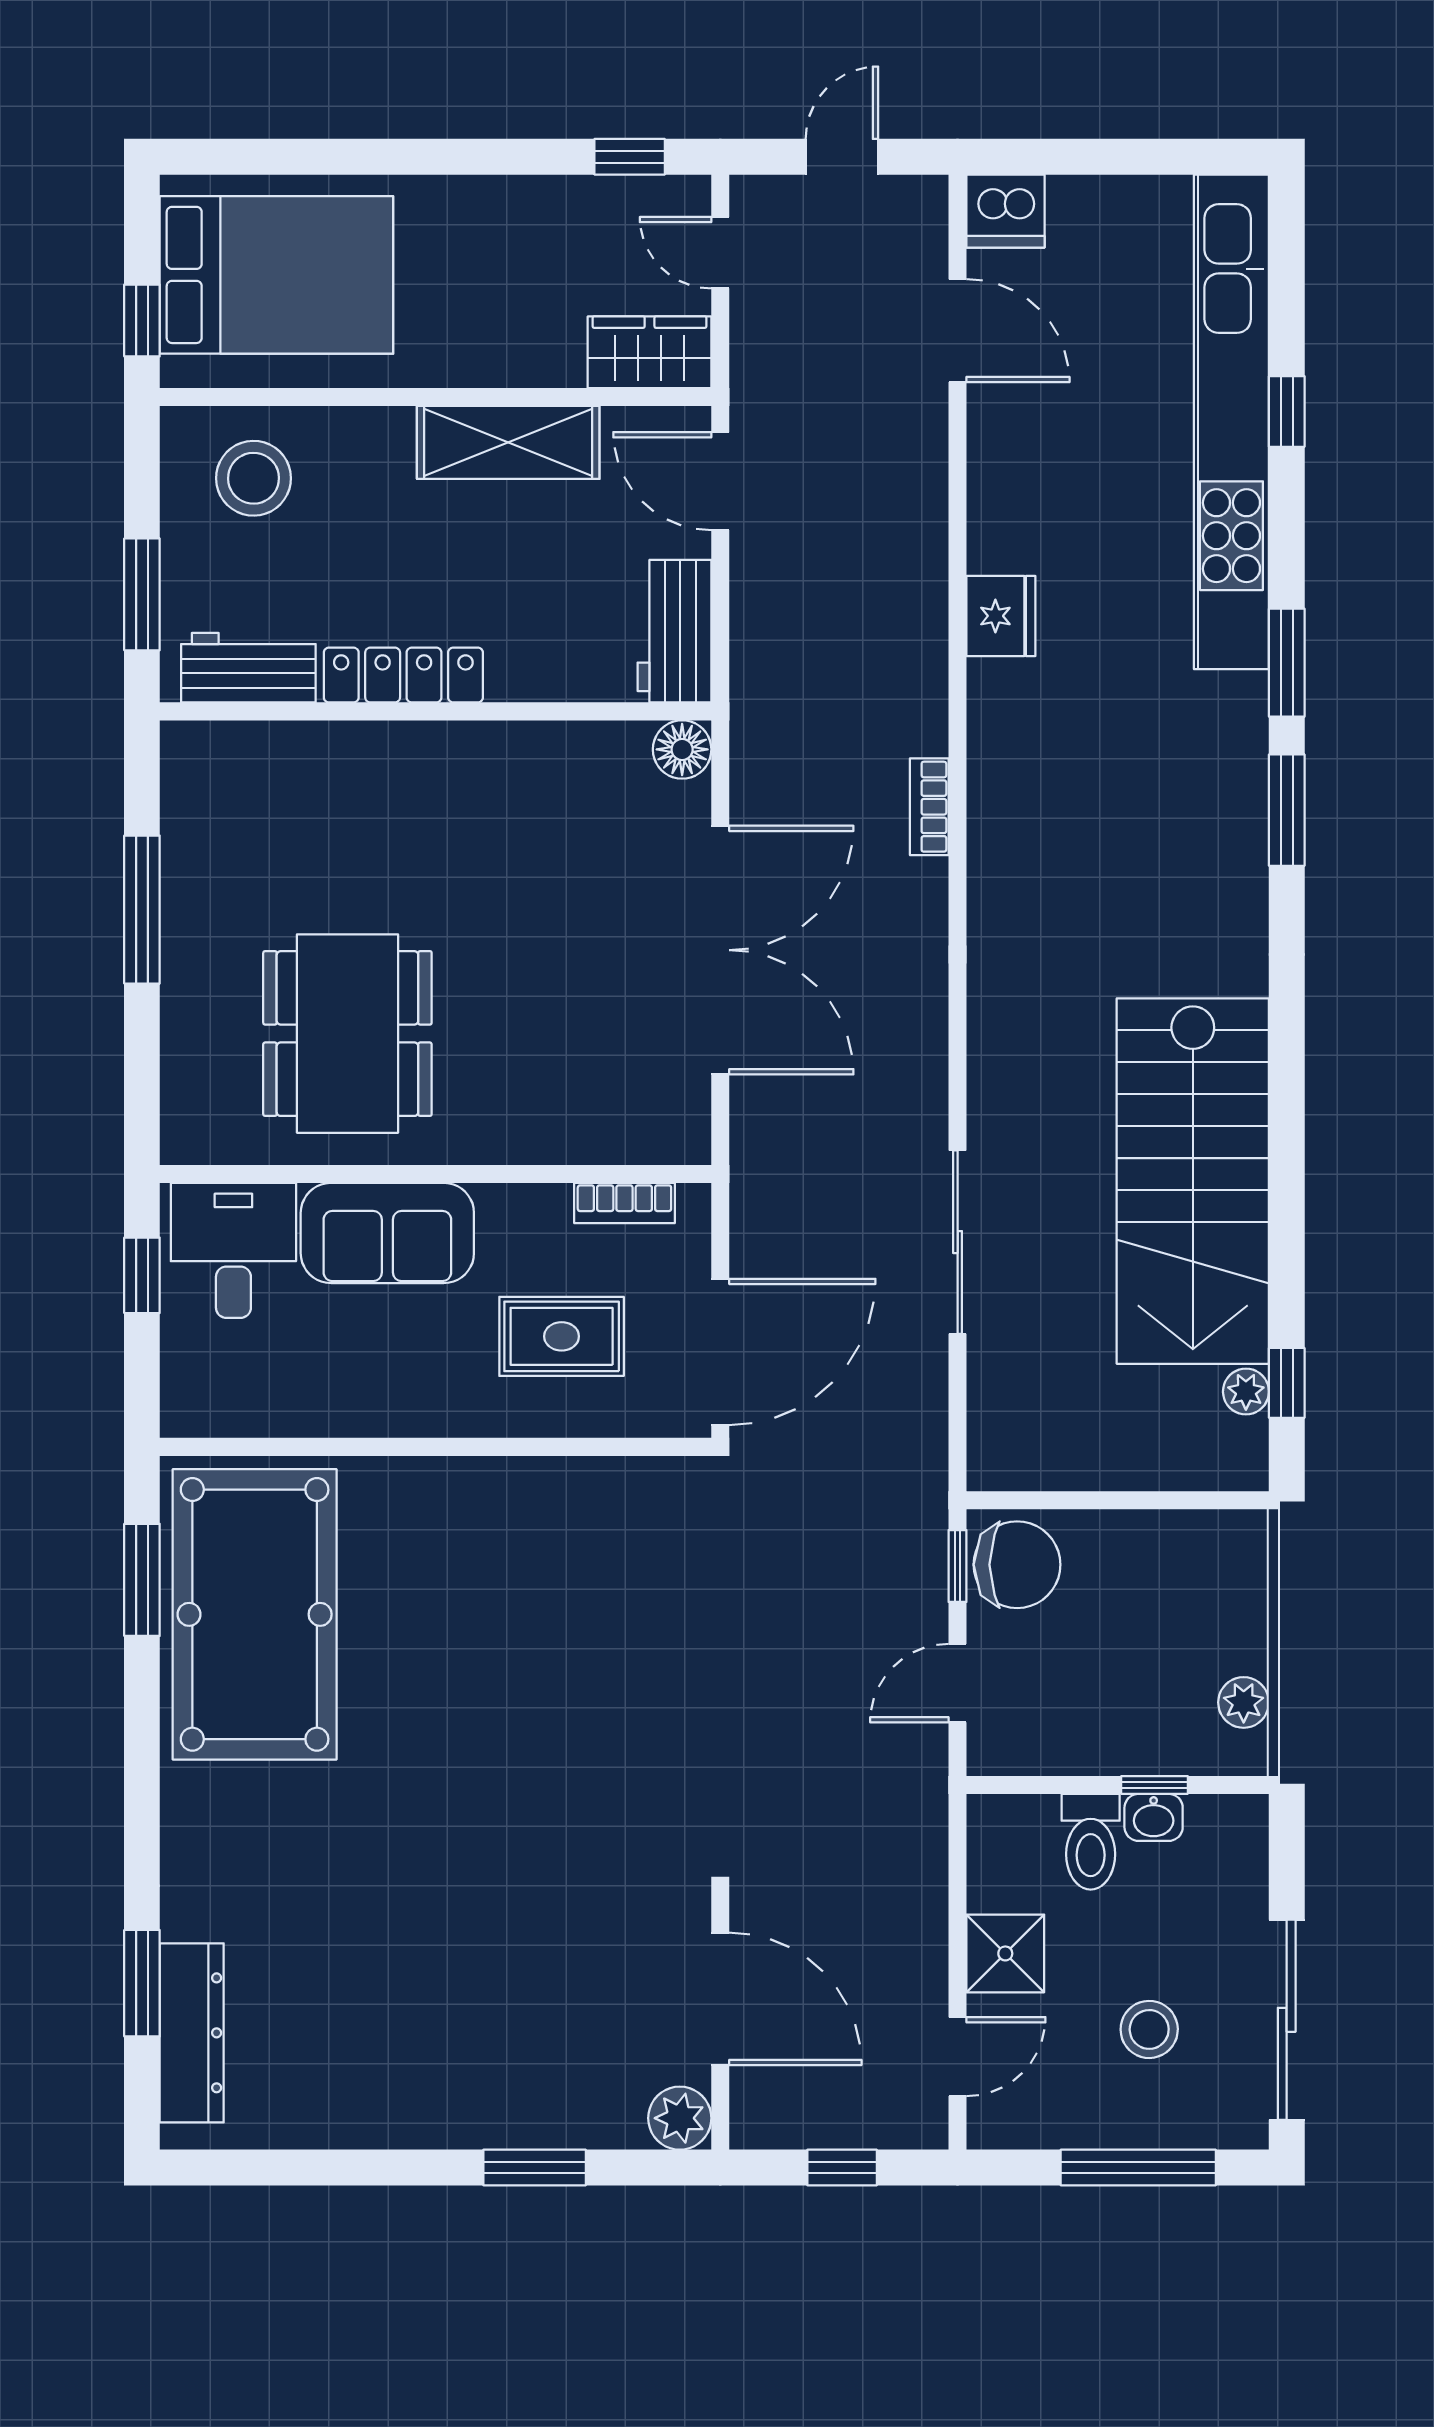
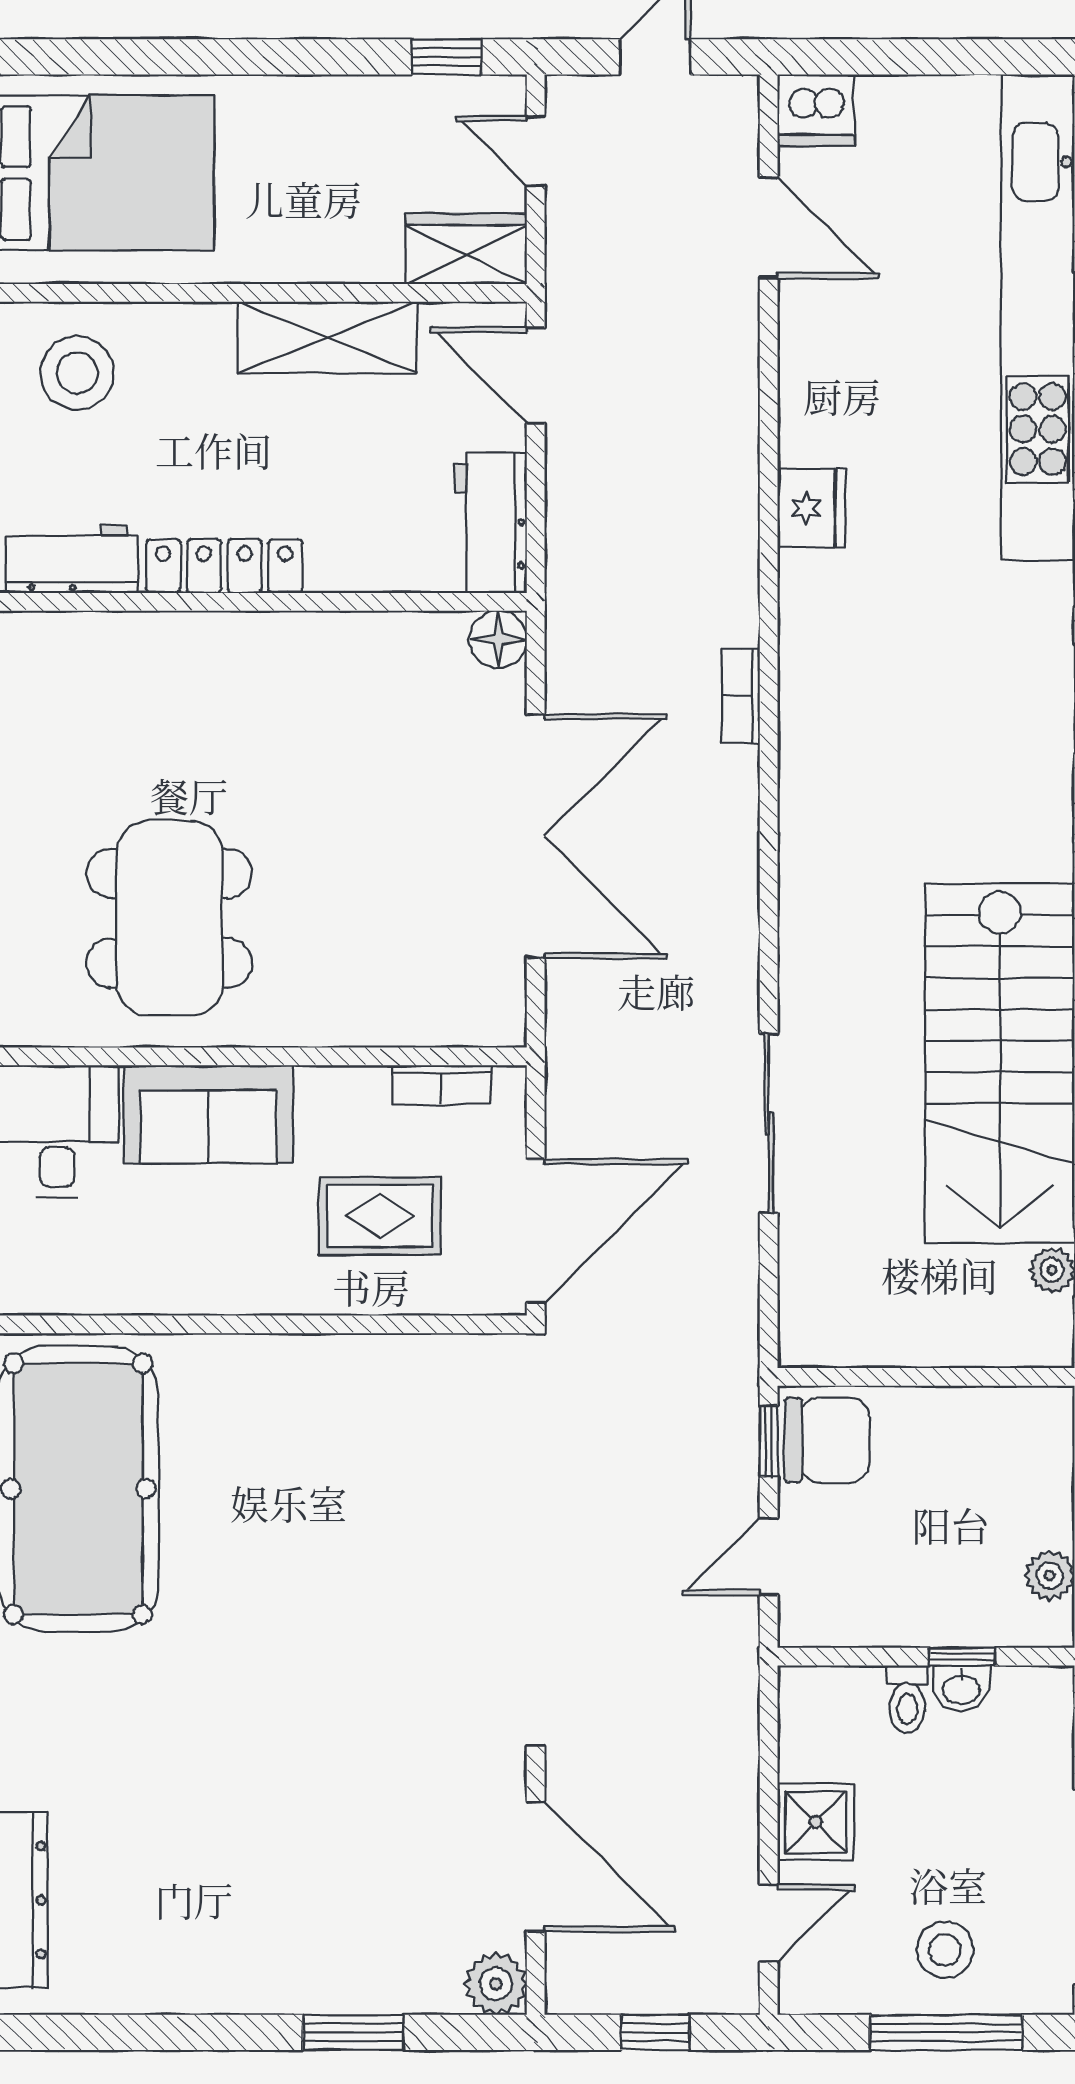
toilet: (1091, 1842) -> (907, 1699), width x0.73, depth x0.72
stool: (1149, 2029) -> (945, 1950), moved

